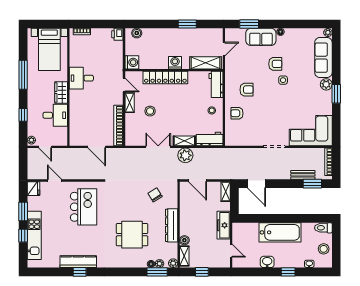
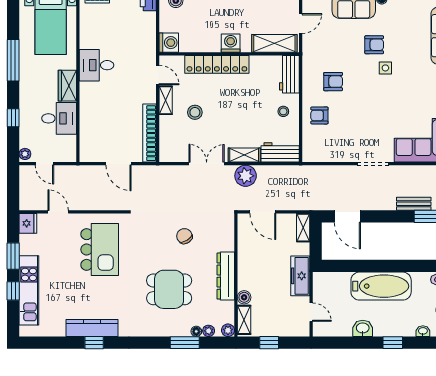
chair: (155, 195) -> (184, 236), moved
window: (157, 272) -> (185, 343), moved

